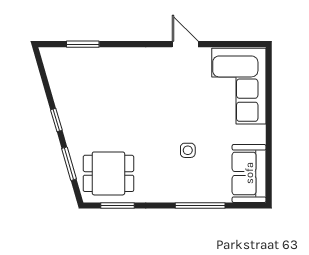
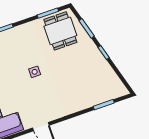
side table: (188, 150) -> (35, 72), moved
dining table: (108, 173) -> (60, 31), turned 90

